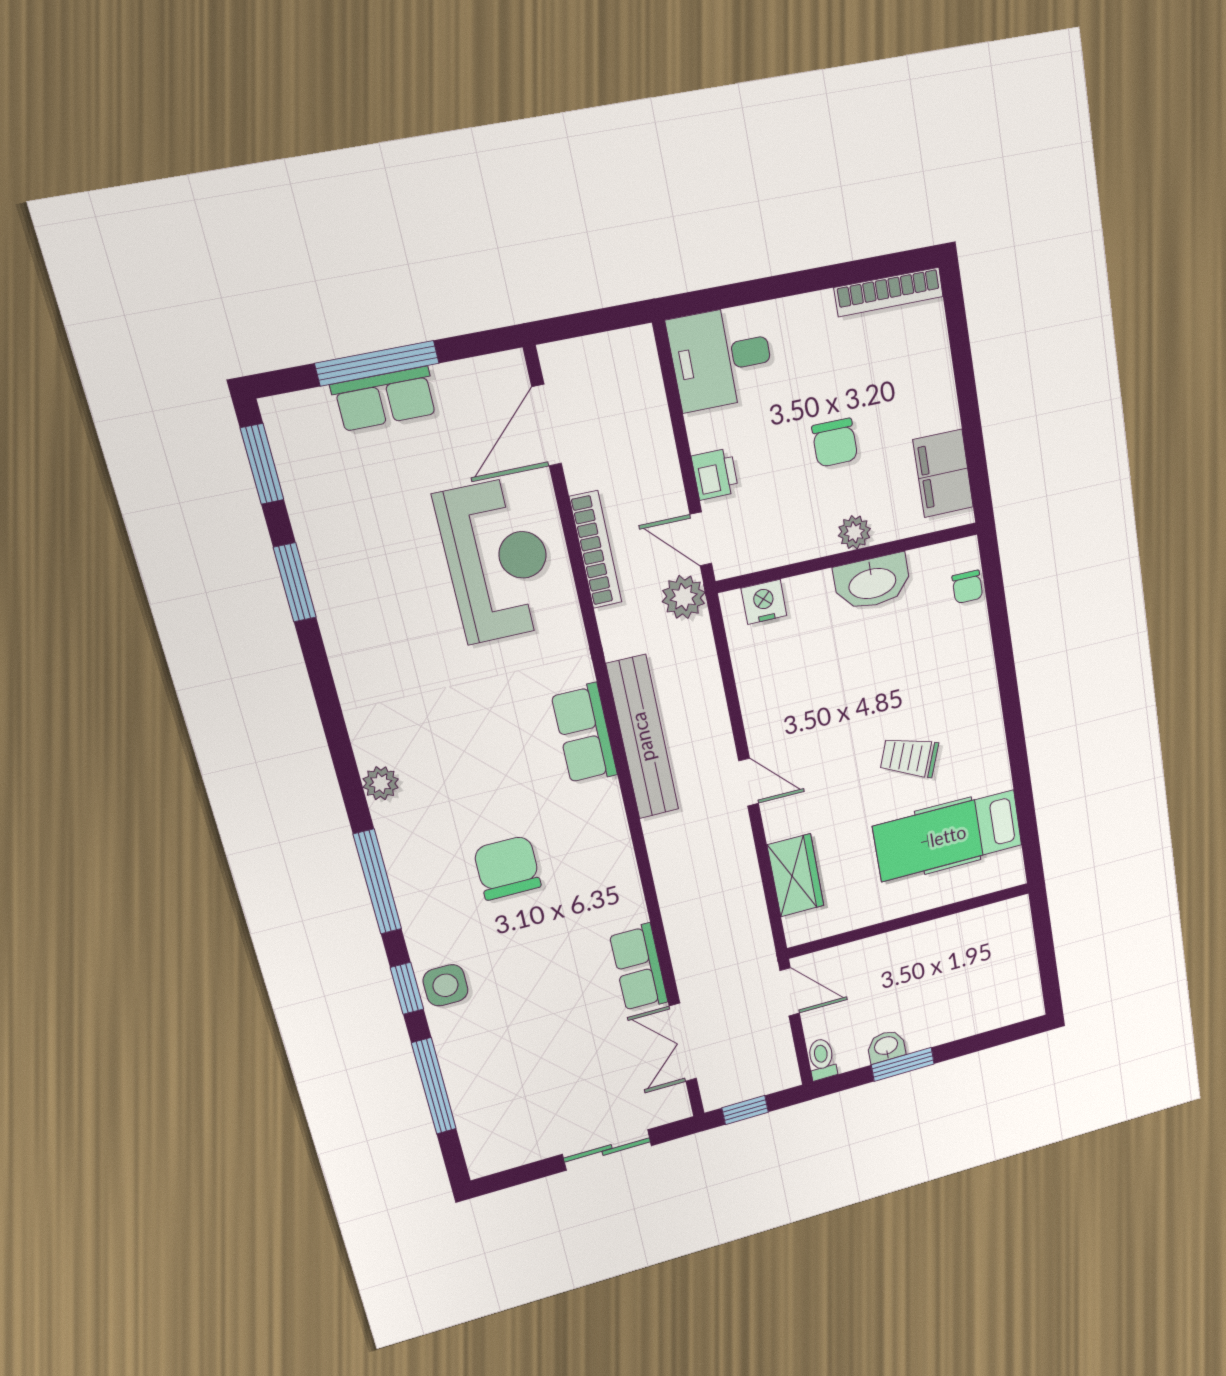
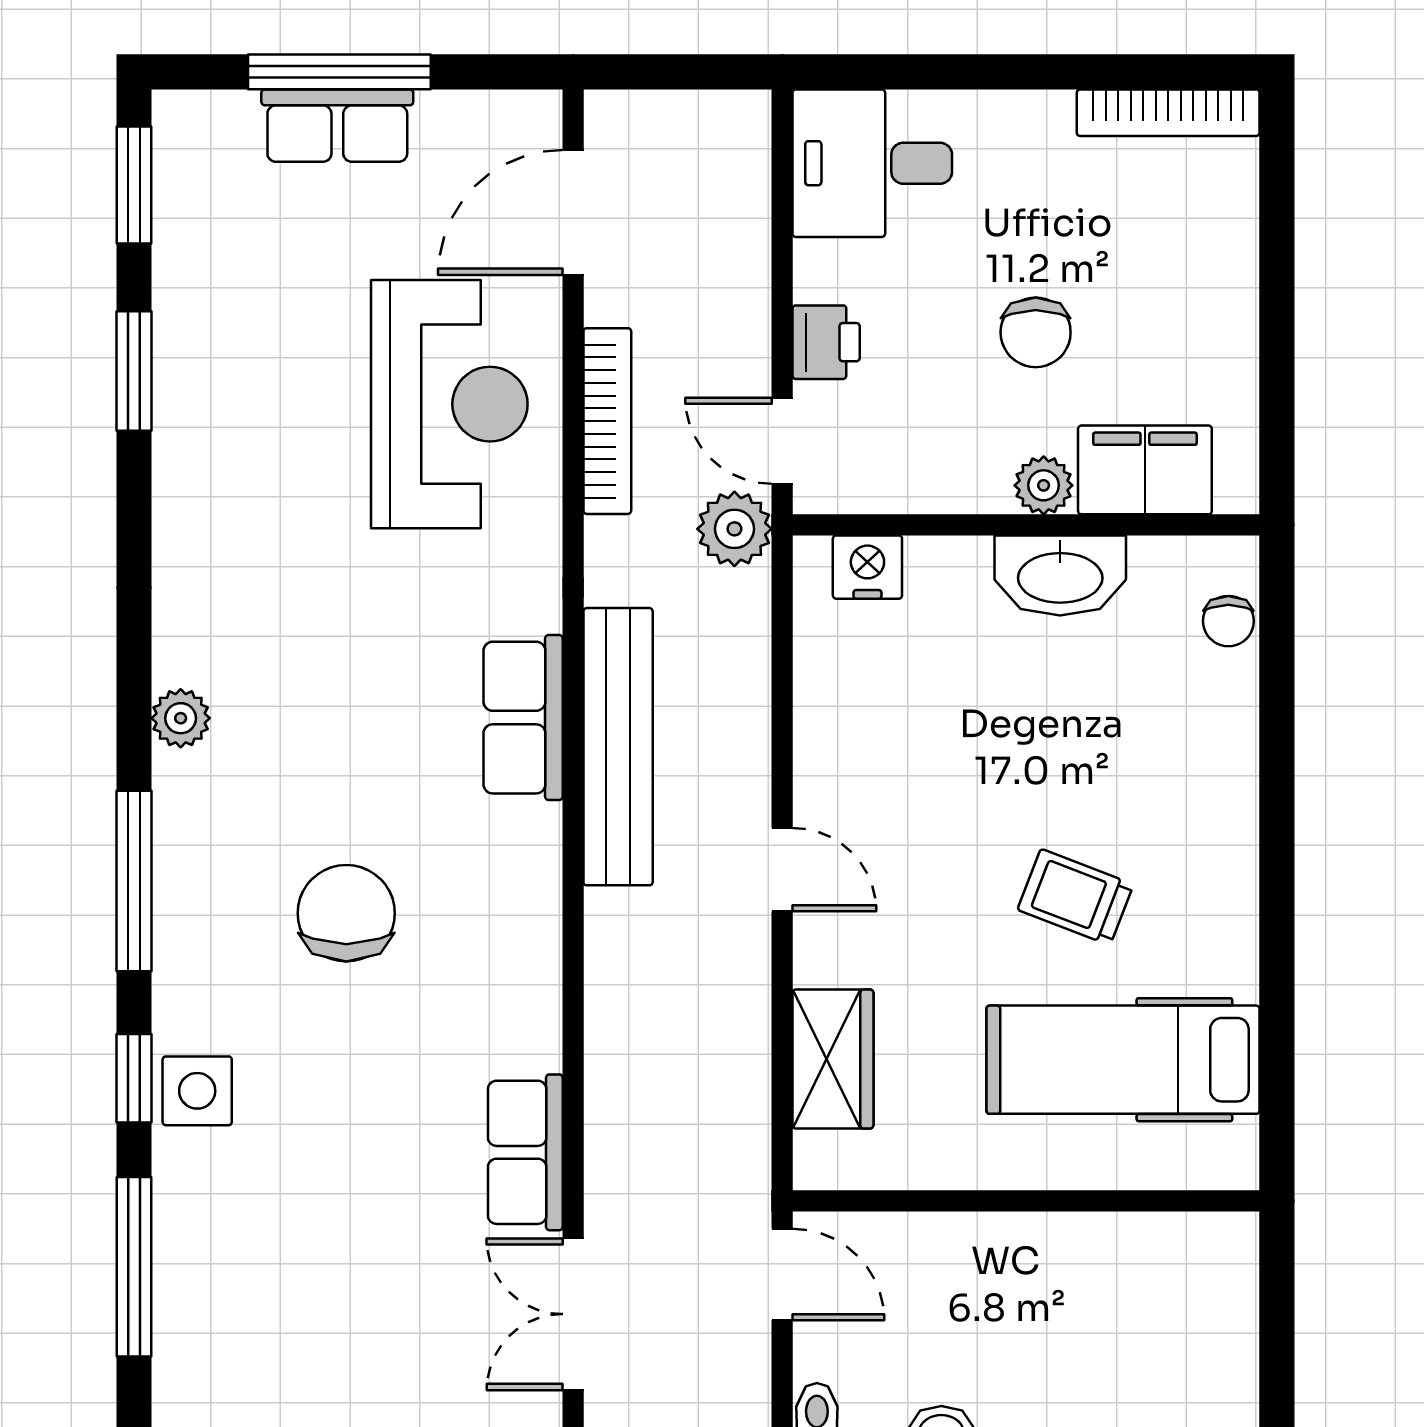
filing cabinet: (943, 473) -> (1145, 470), moved, turned 90

